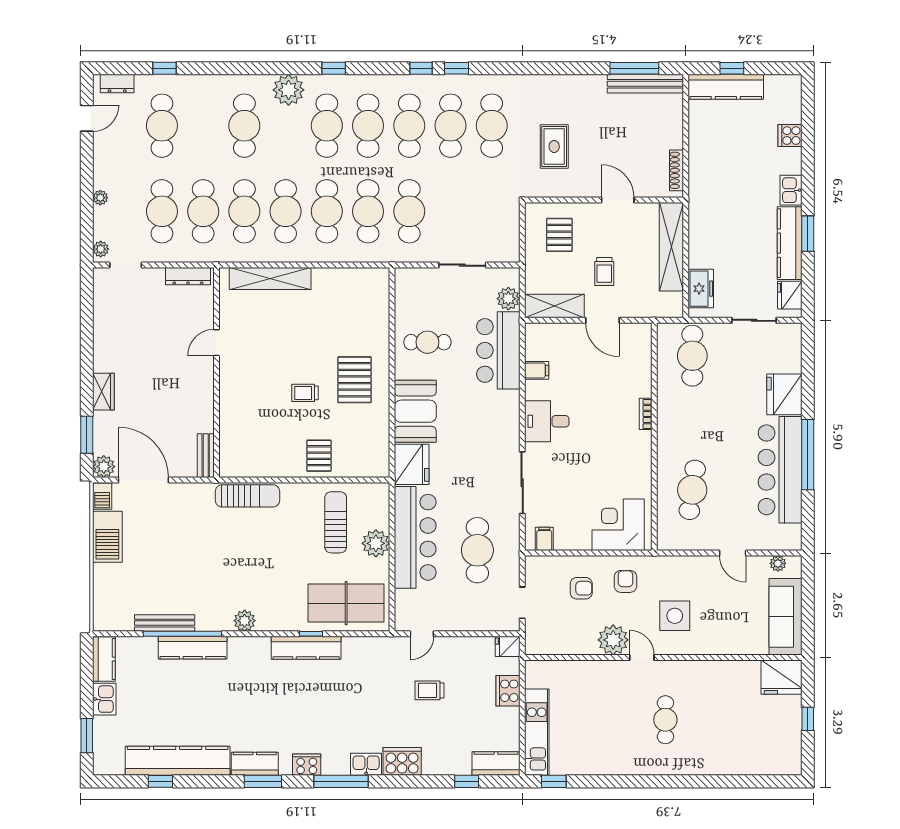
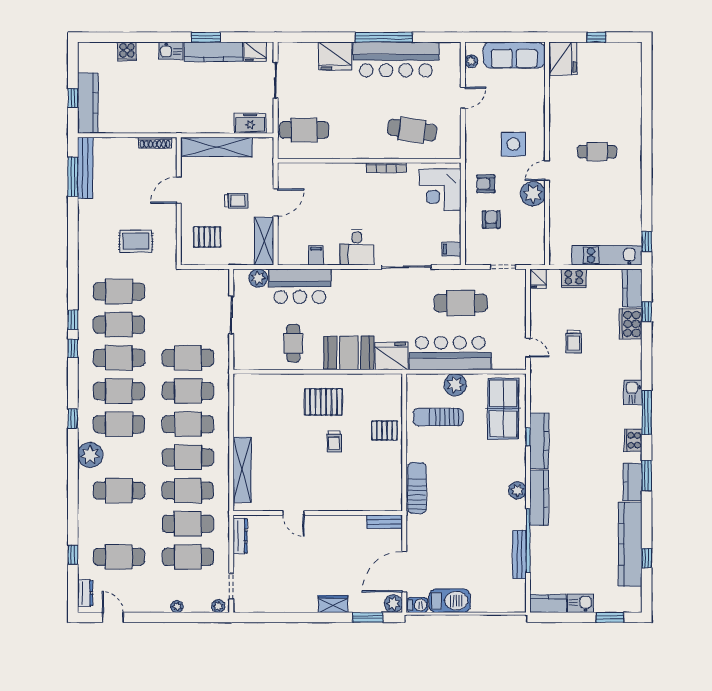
bookcase: (646, 414) -> (386, 168), moved, width x1.56
kitchen counter: (193, 648) -> (539, 498), moved
cooker: (402, 761) -> (631, 324), moved

